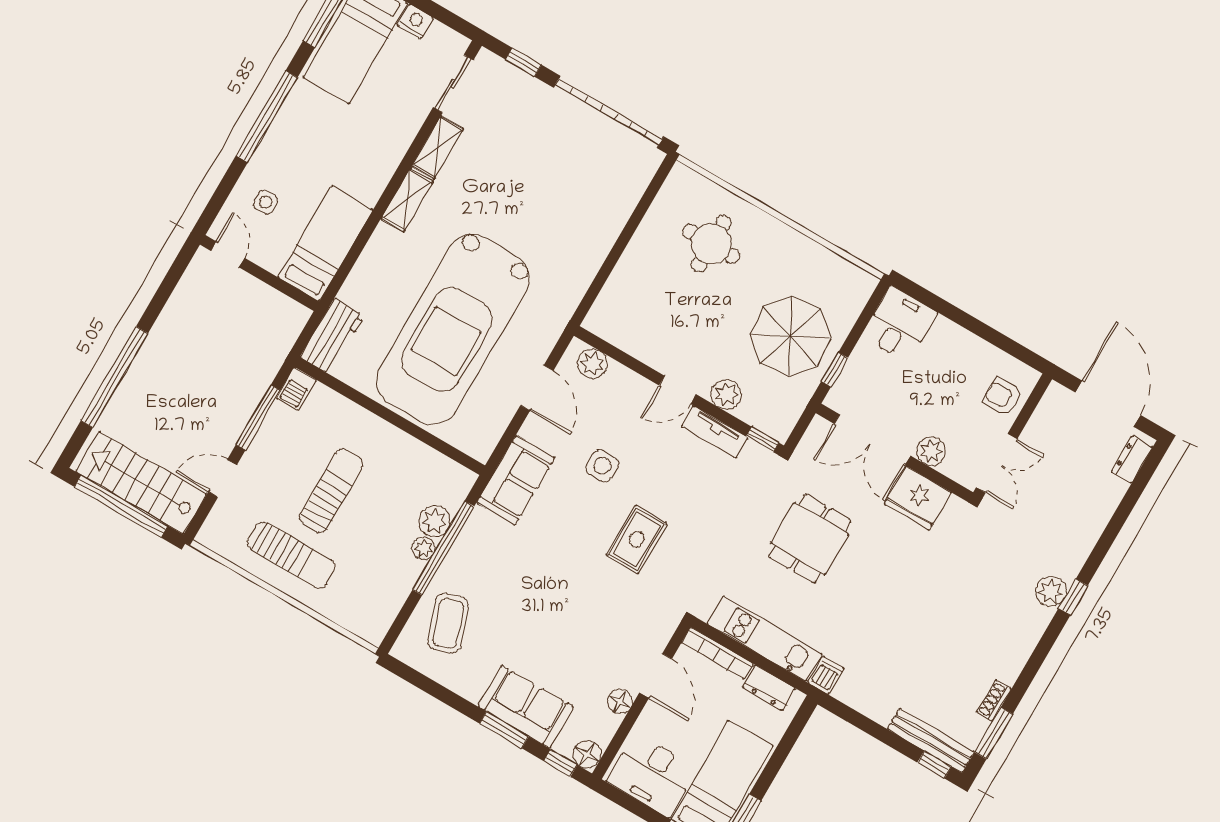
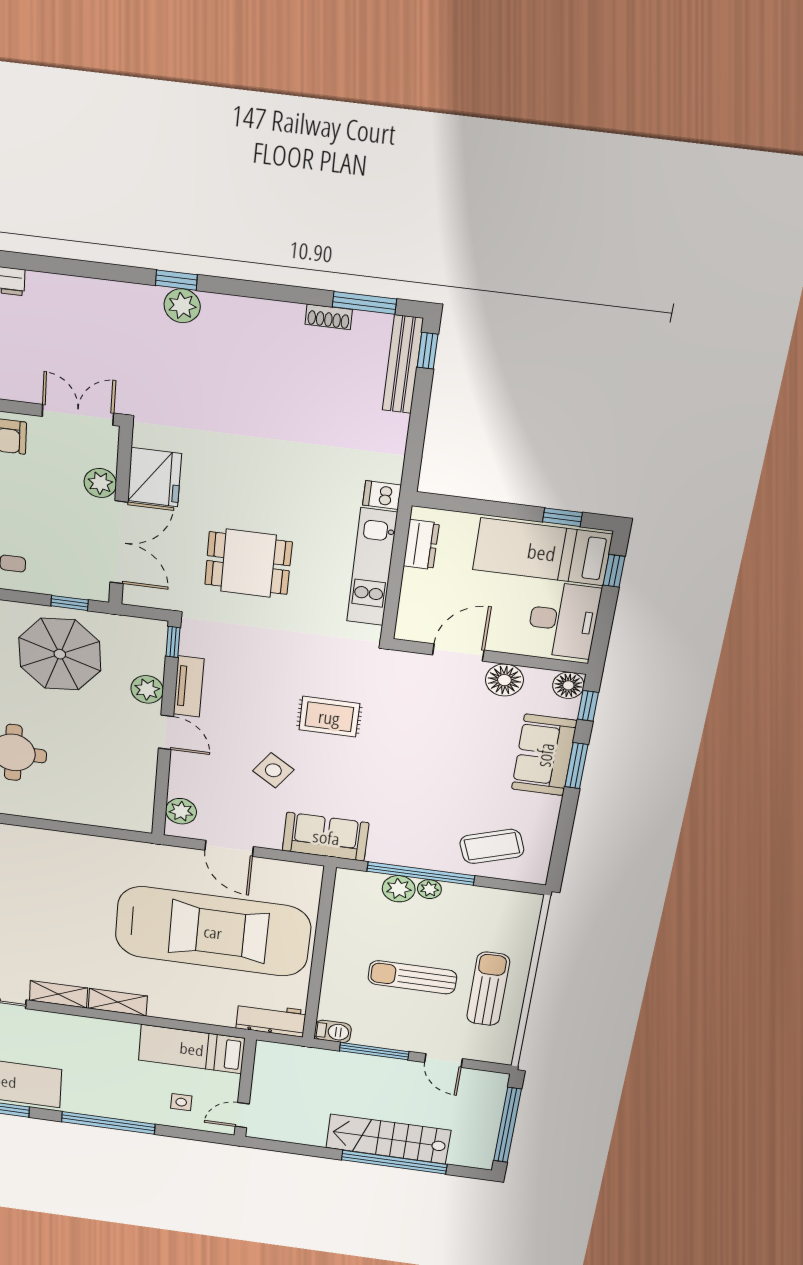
door: (537, 388) -> (229, 848), swing flipped
side table: (602, 466) -> (273, 770), turned 34
stairs: (141, 483) -> (388, 1139), moved, turned 90
bookcase: (717, 653) -> (408, 605), removed
floor lamp: (620, 702) -> (504, 680), width x1.38, depth x1.38

